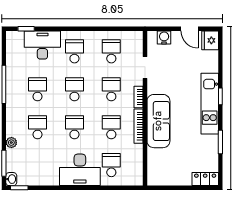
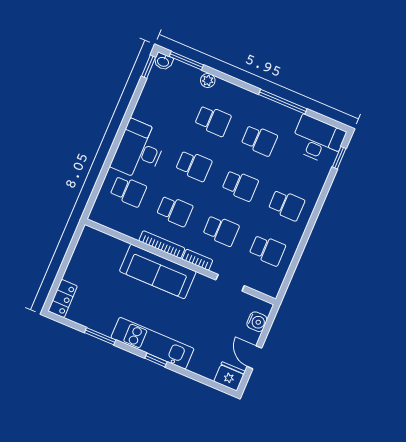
door: (189, 29) -> (254, 357), hinge flipped
desk: (42, 45) -> (318, 140), moved, turned -90

